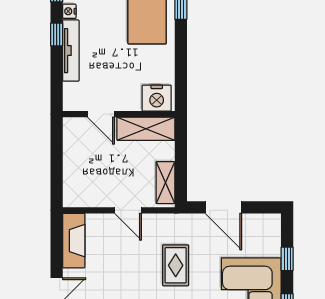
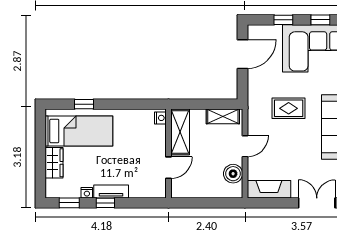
tv unit: (71, 51) -> (111, 191), width x0.71
nightstand: (157, 98) -> (160, 118), width x0.53, depth x0.56
boiler: (93, 195) -> (233, 174), added
door: (223, 207) -> (243, 54), moved

